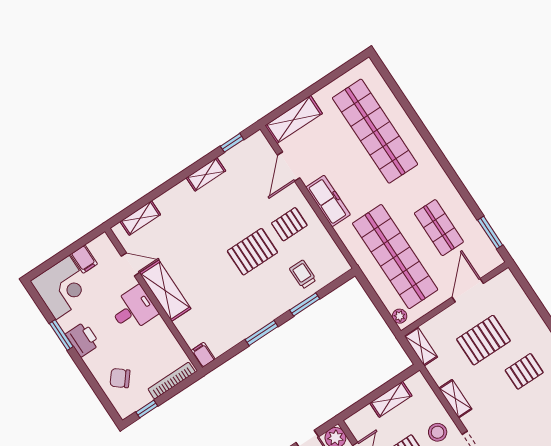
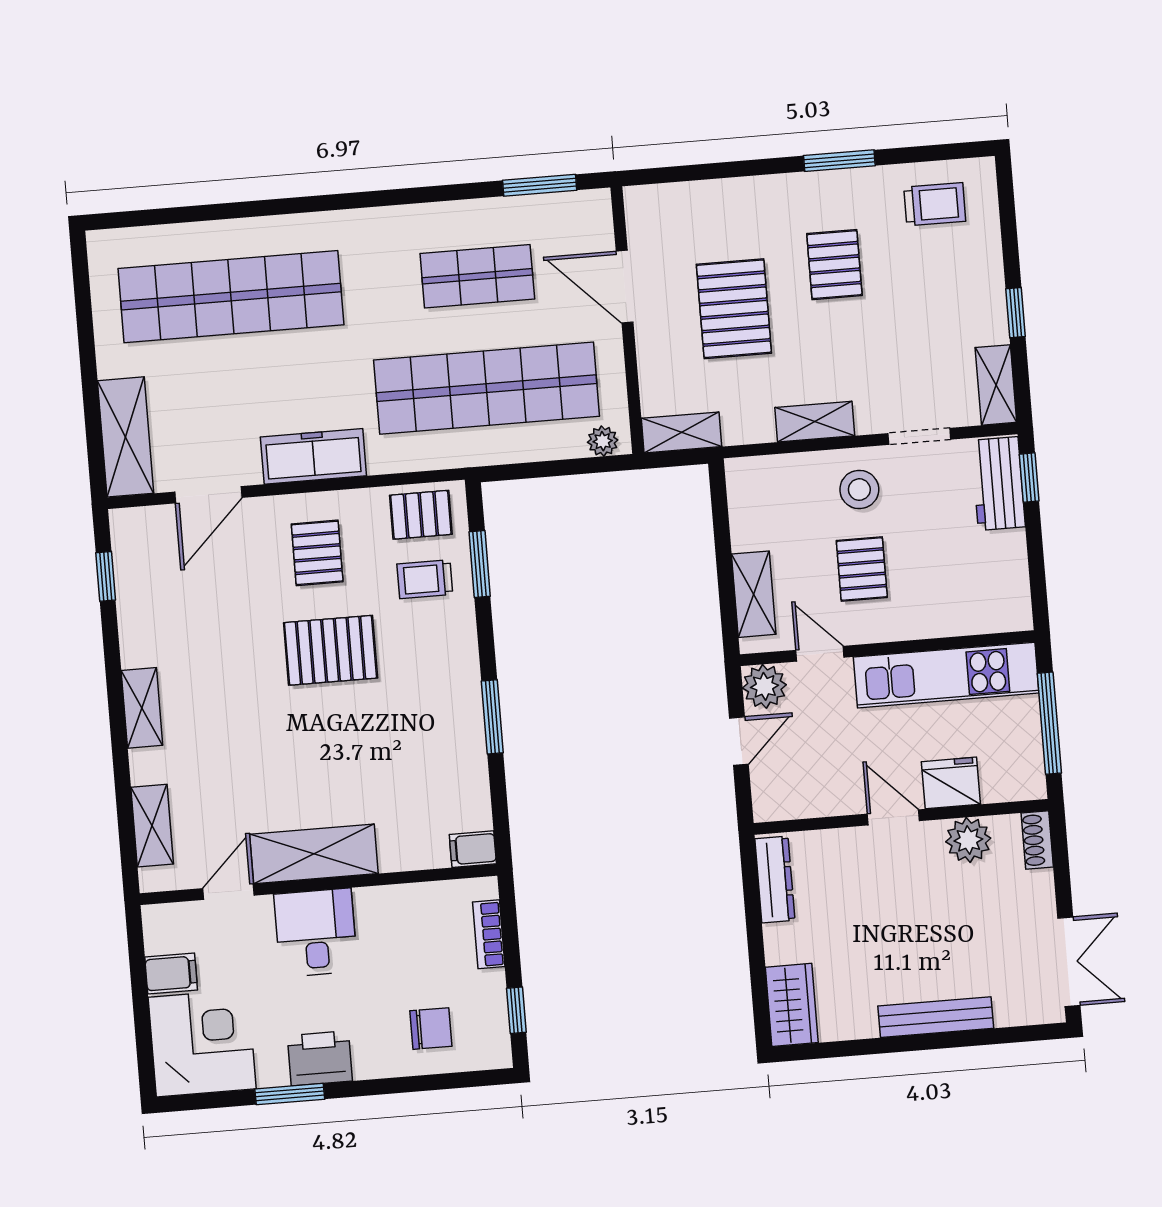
door: (289, 167) -> (208, 495), hinge flipped
shelving: (206, 174) -> (142, 708), moved
pallet: (252, 252) -> (331, 650), turned 90
pallet: (328, 258) -> (421, 515), added
window: (305, 304) -> (480, 564), moved
chair: (120, 378) -> (431, 1029), turned -129
bookcase: (172, 381) -> (489, 934), width x0.64
shelving: (391, 399) -> (754, 594), moved

